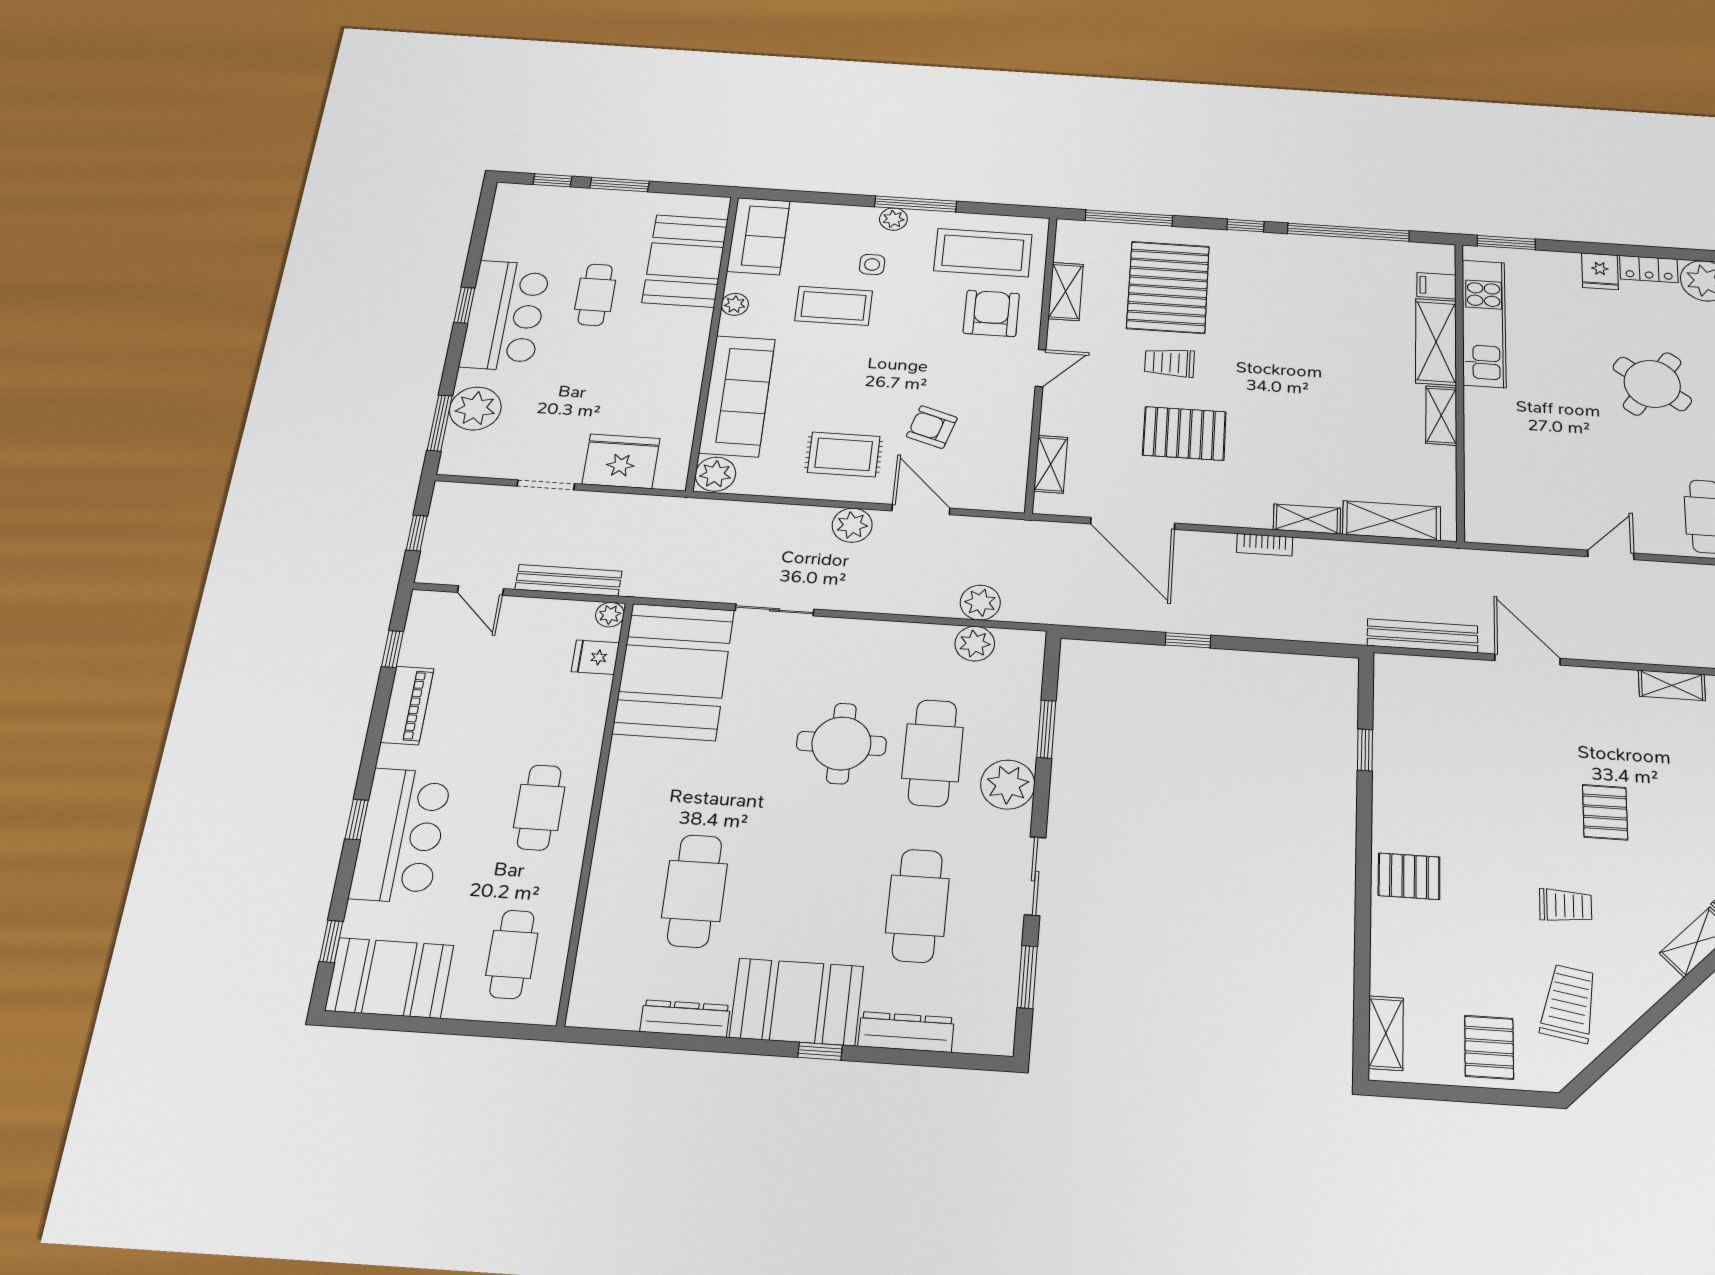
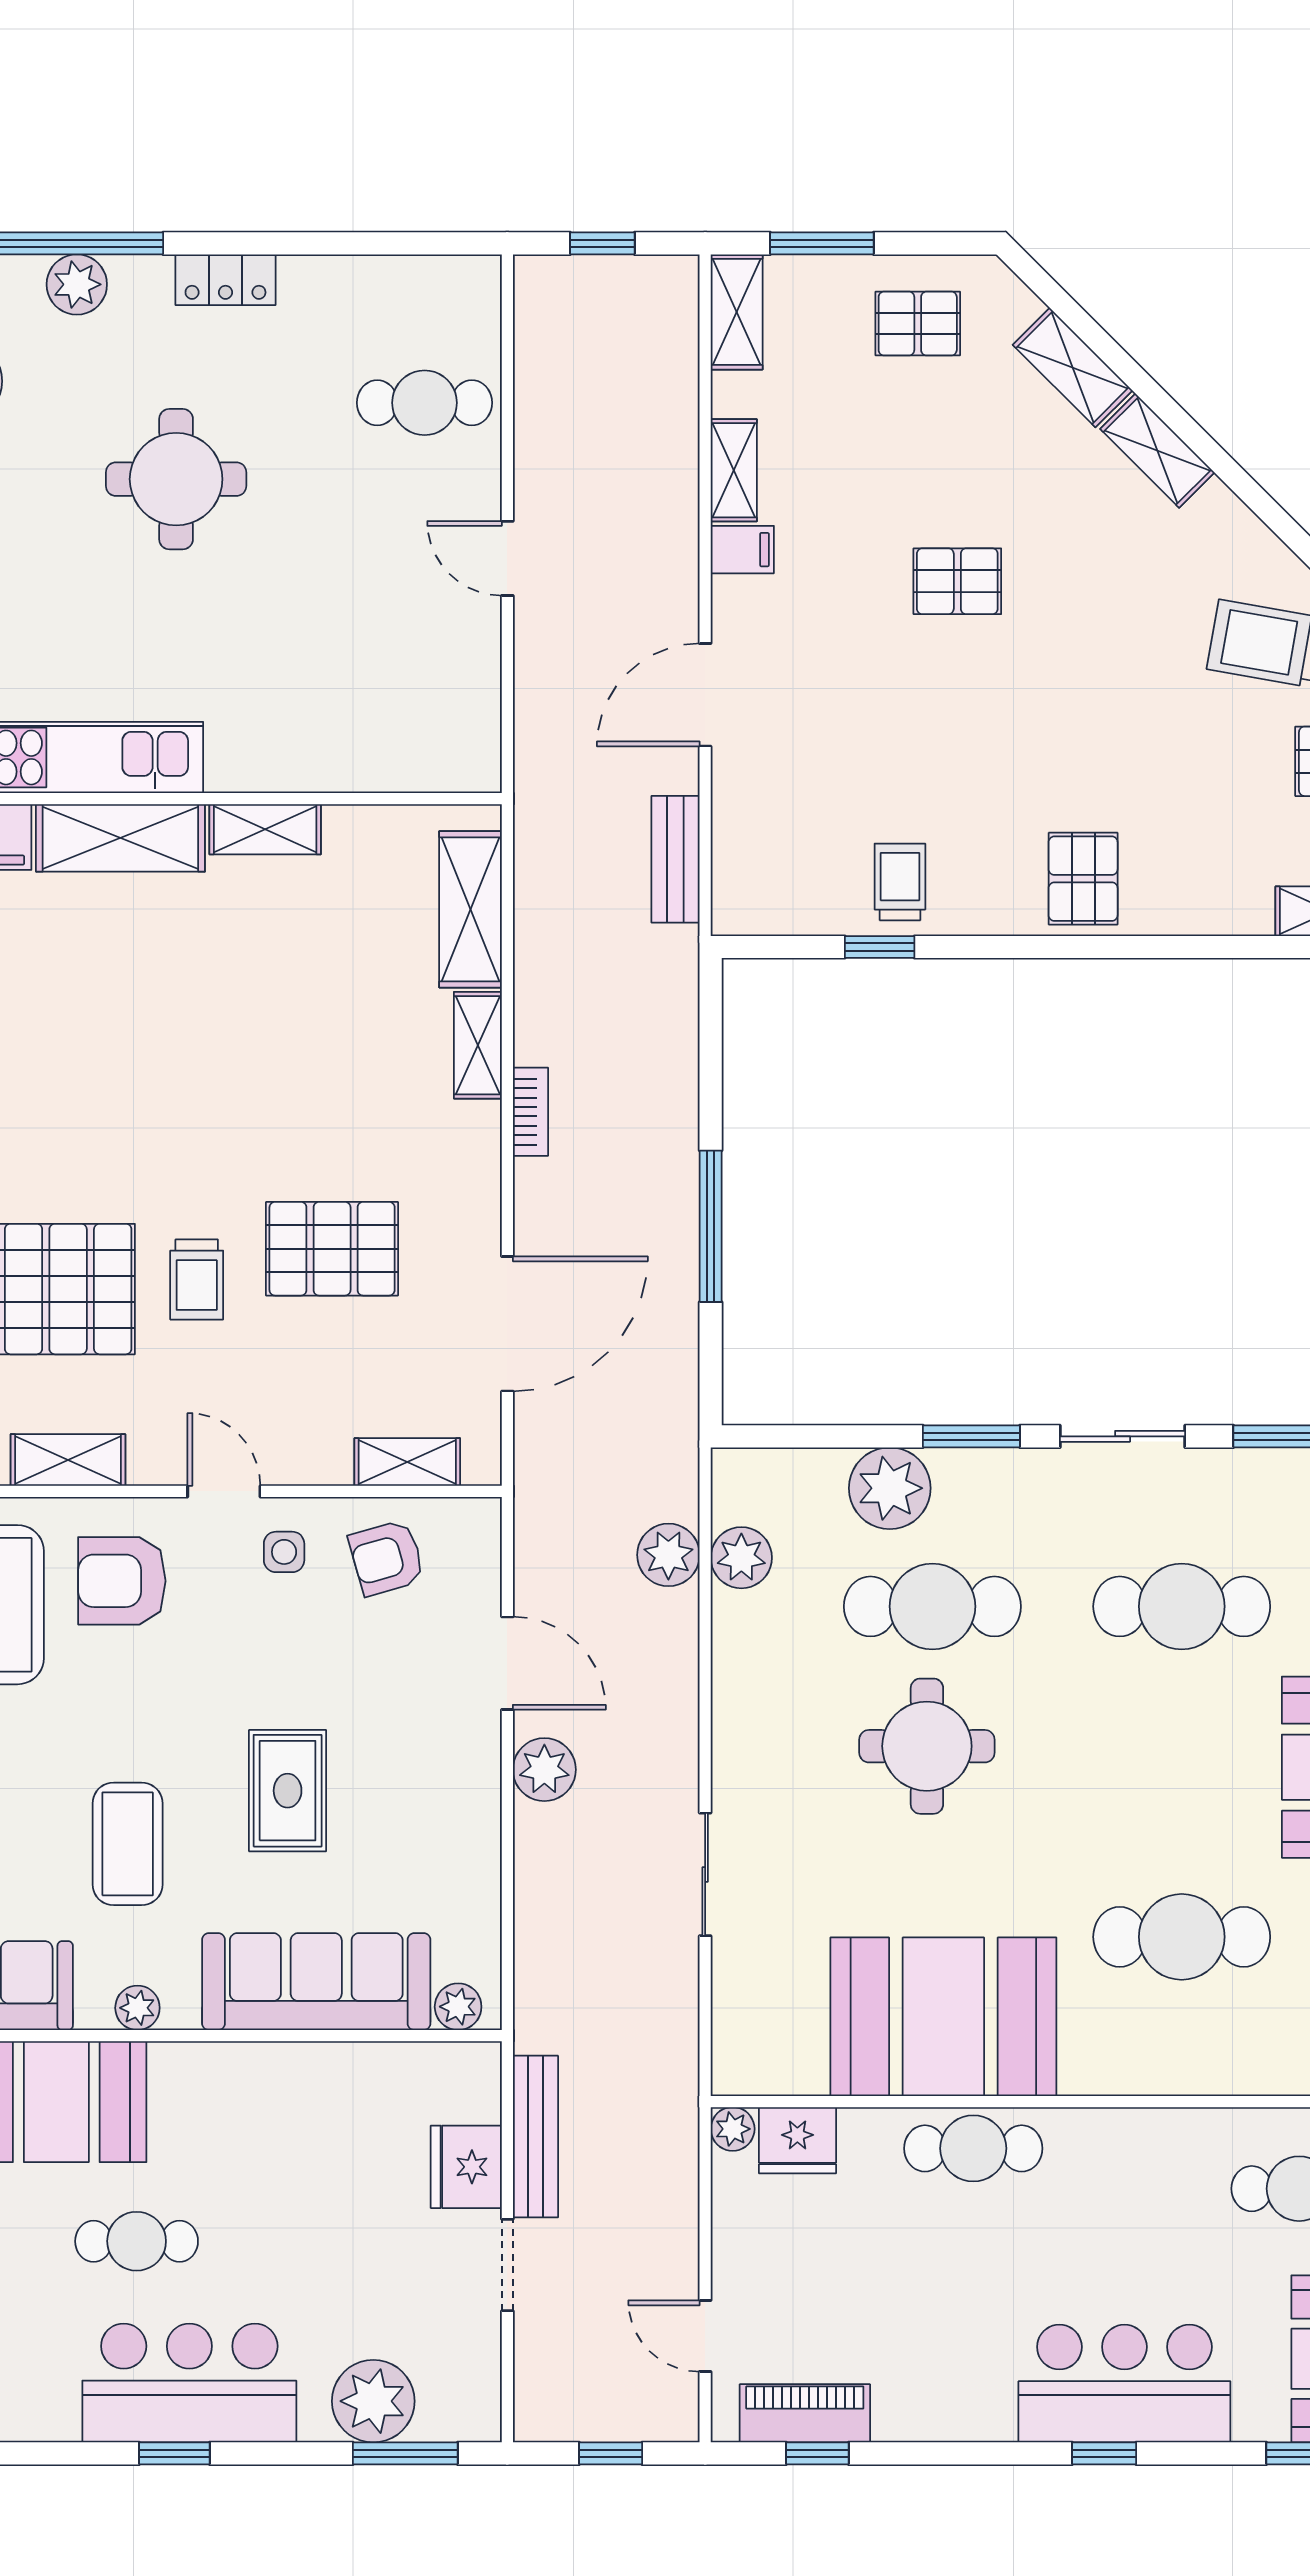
side table: (872, 264) -> (284, 1552), moved
round table: (1652, 384) -> (176, 479), turned -34
armchair: (932, 427) -> (387, 1558), moved, turned 57
pallet: (1184, 433) -> (332, 1249), turned 90
rug: (844, 454) -> (288, 1791), moved
fridge: (621, 461) -> (466, 2167), width x0.73, depth x0.75
plant: (715, 474) -> (458, 2007), width x0.73, depth x0.73
door: (921, 510) -> (507, 1663), swing flipped
bench: (568, 580) -> (535, 2137), moved
door: (480, 590) -> (705, 2336), swing flipped
bench: (1423, 636) -> (676, 859), width x0.73
window: (1188, 640) -> (711, 1226), width x2.17
fridge: (595, 657) -> (797, 2140), width x1.38
booth: (674, 671) -> (943, 2017), moved
filing cabinet: (1621, 687) -> (742, 550), added
piano: (407, 705) -> (805, 2413), moved
window: (1046, 729) -> (971, 1436), moved
plant: (1008, 785) -> (890, 1488), moved
cafe table: (539, 807) -> (973, 2148), moved
trolley: (1566, 906) -> (900, 882), moved

